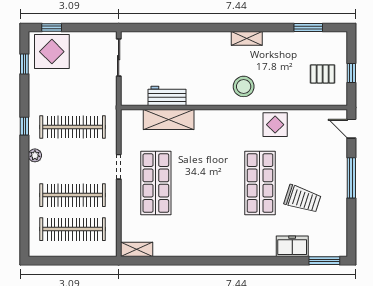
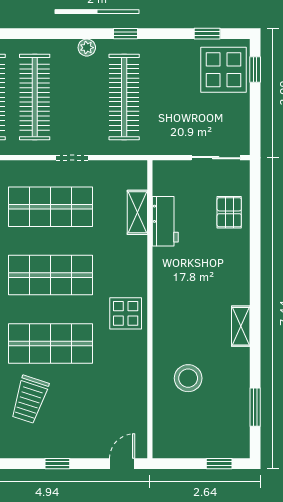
window: (351, 73) -> (219, 464), moved
pallet: (323, 74) -> (229, 212), moved
stool: (244, 86) -> (188, 378), moved
shelving: (169, 120) -> (137, 212), width x0.67, depth x0.75
display table: (275, 125) -> (126, 313), moved
window: (351, 178) -> (57, 464), width x0.46
shop shelf: (208, 183) -> (51, 275), added

